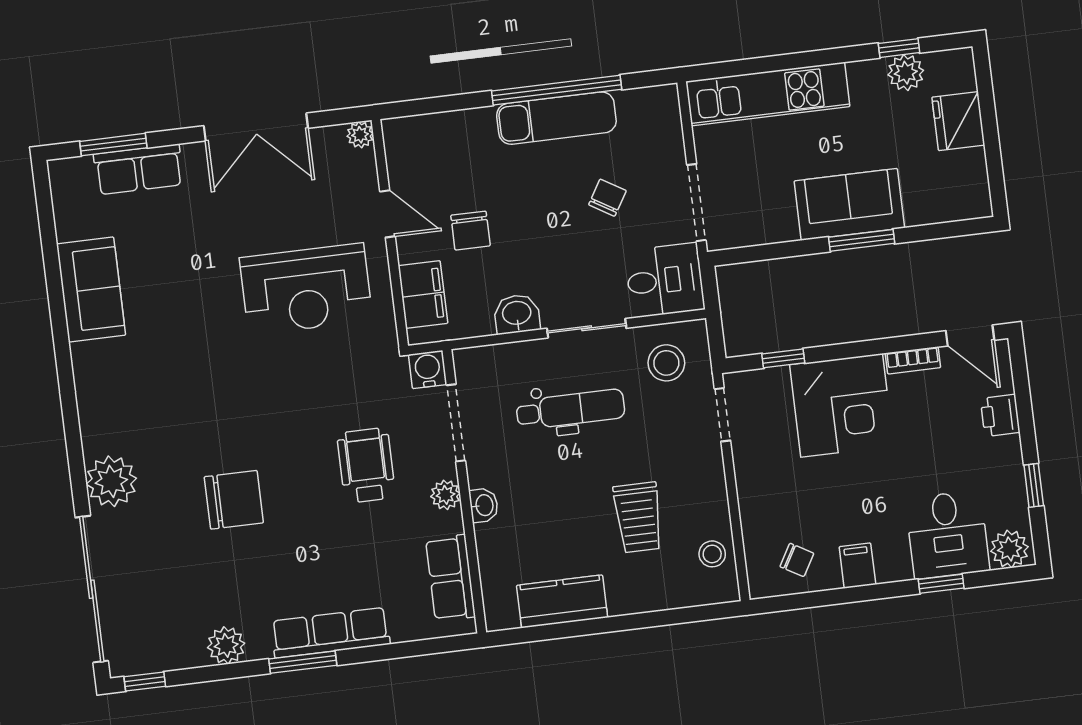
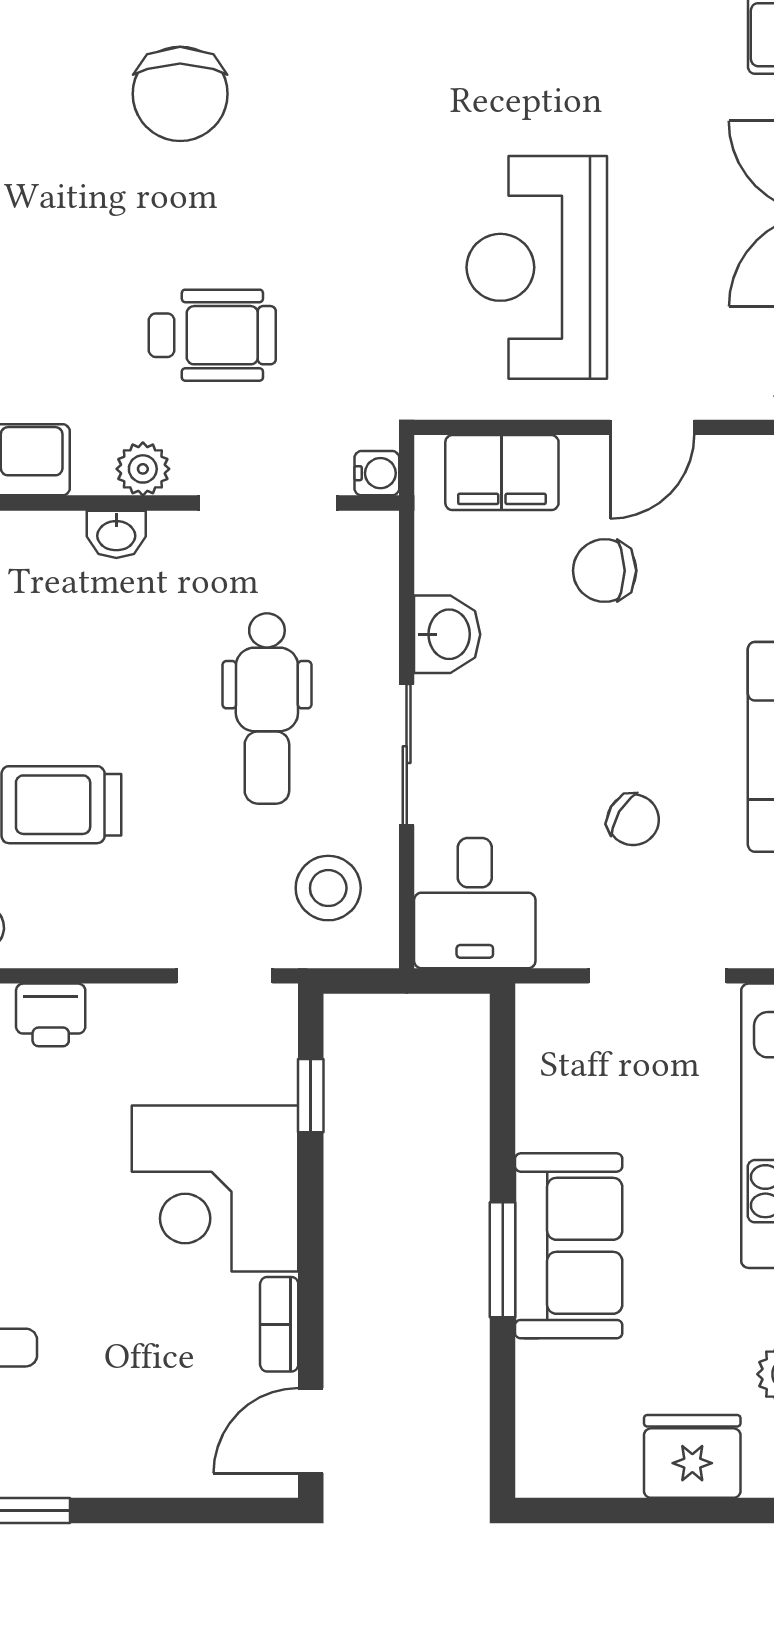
doorway: (696, 203) -> (658, 976), moved
water cooler: (428, 370) -> (377, 473), width x0.72, depth x0.72
printer: (1000, 415) -> (51, 1015), moved, turned 180

